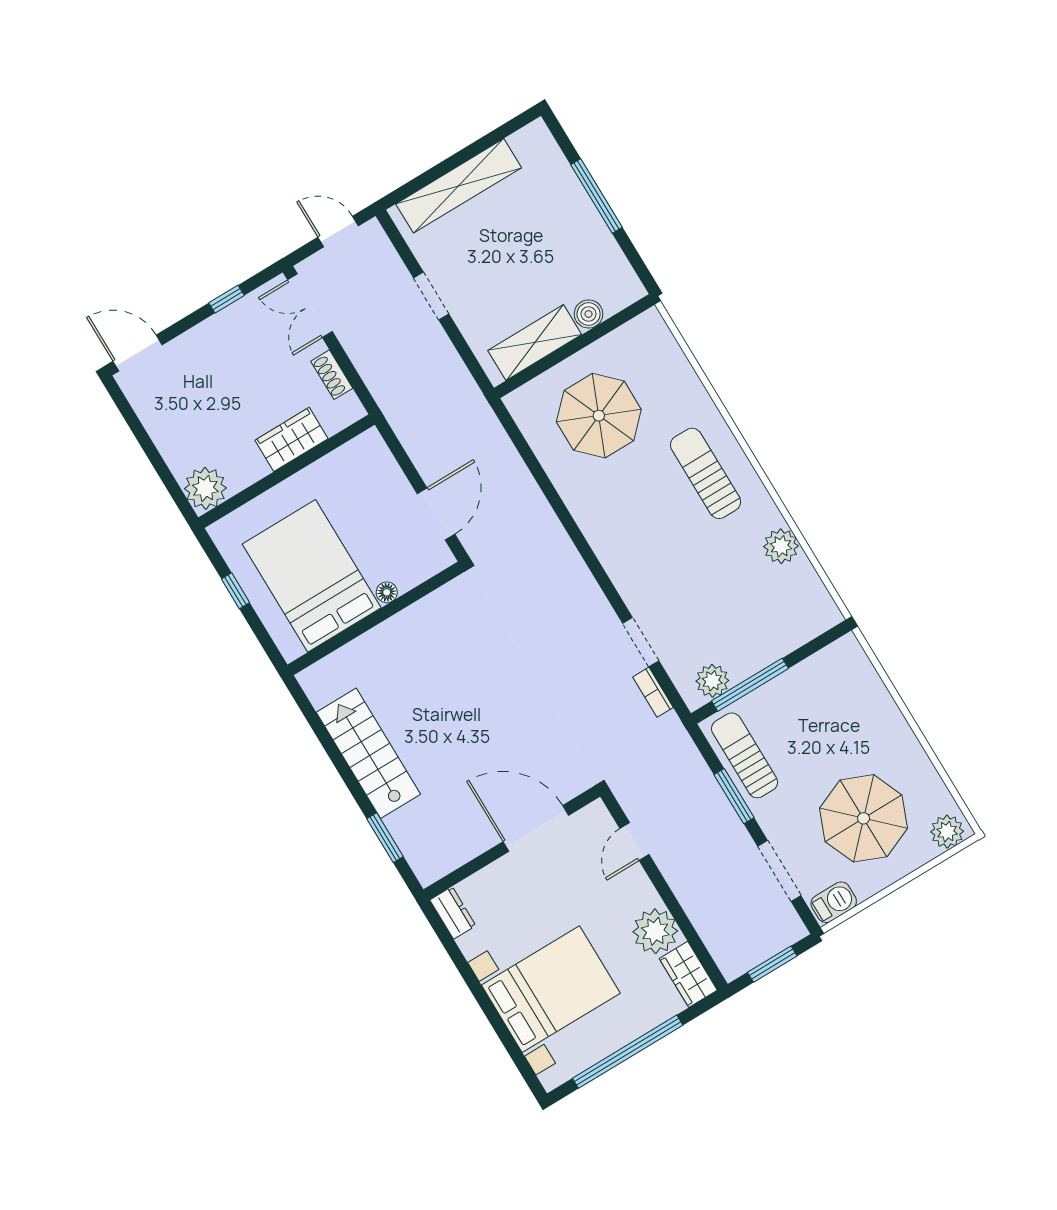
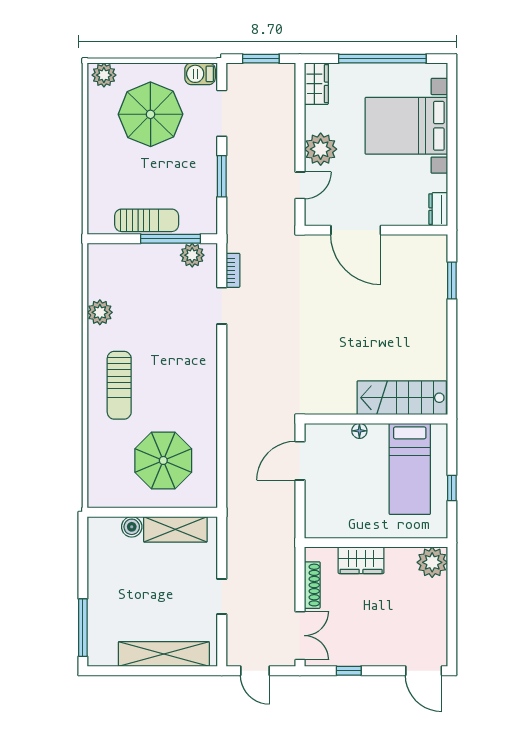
window: (597, 196) -> (83, 628), moved
shoe rack: (332, 375) -> (312, 585), width x1.43
bed: (312, 576) -> (410, 469), width x0.67
stairs: (368, 753) -> (402, 398), moved, turned 90
sun lounger: (745, 755) -> (147, 220), moved, turned -90
plant: (655, 931) -> (321, 149), moved

